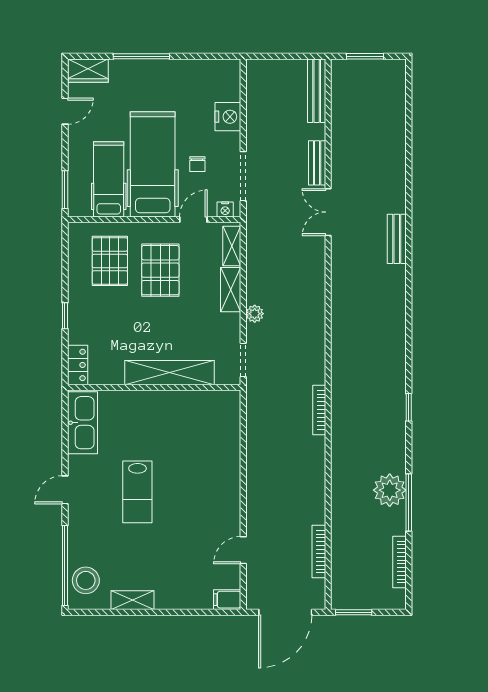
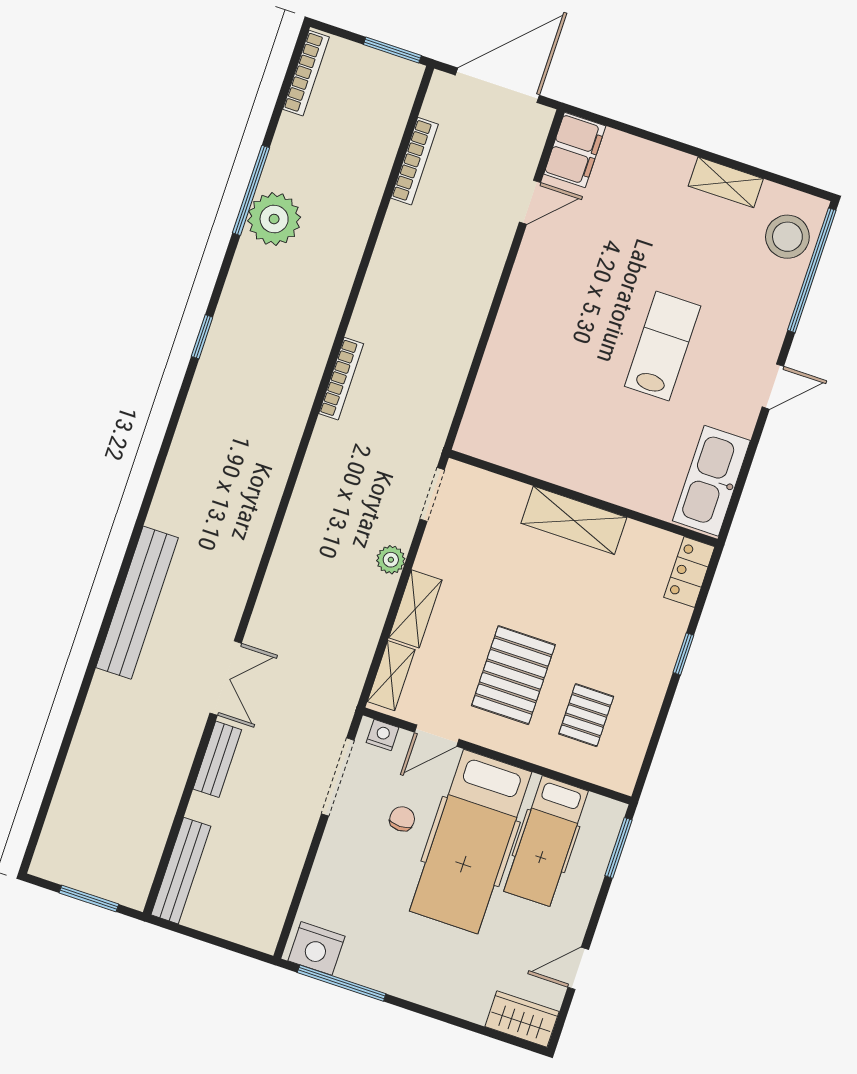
window: (141, 56) -> (342, 983), moved
nightstand: (228, 117) -> (316, 948), moved, turned -90
bench: (397, 239) -> (137, 603), width x1.86, depth x1.21
pallet: (110, 261) -> (586, 715), width x0.67, depth x0.71
shelving: (169, 373) -> (574, 520), width x0.68
bookcase: (400, 562) -> (306, 73), moved
filing cabinet: (227, 600) -> (575, 150), width x2.00

